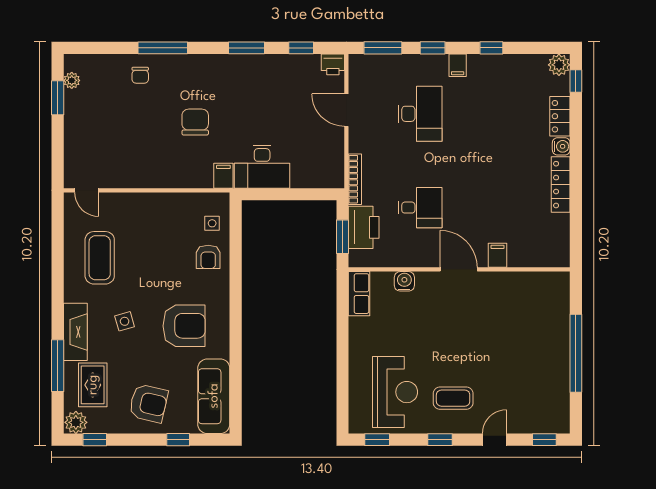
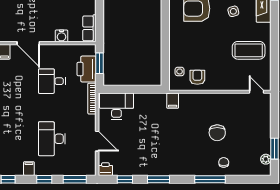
chair: (195, 122) -> (217, 133), moved
desk: (262, 167) -> (116, 106), moved
armchair: (208, 257) -> (197, 77), moved
coffee table: (100, 258) -> (249, 50), turned 90

